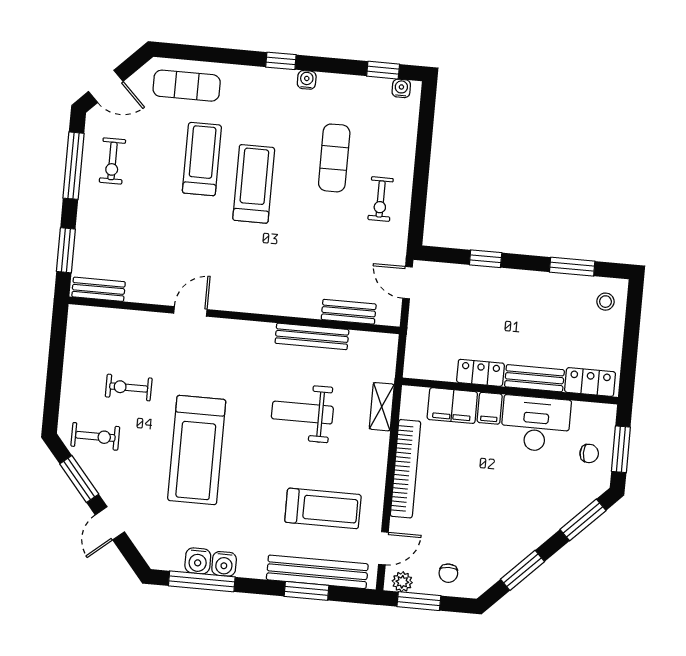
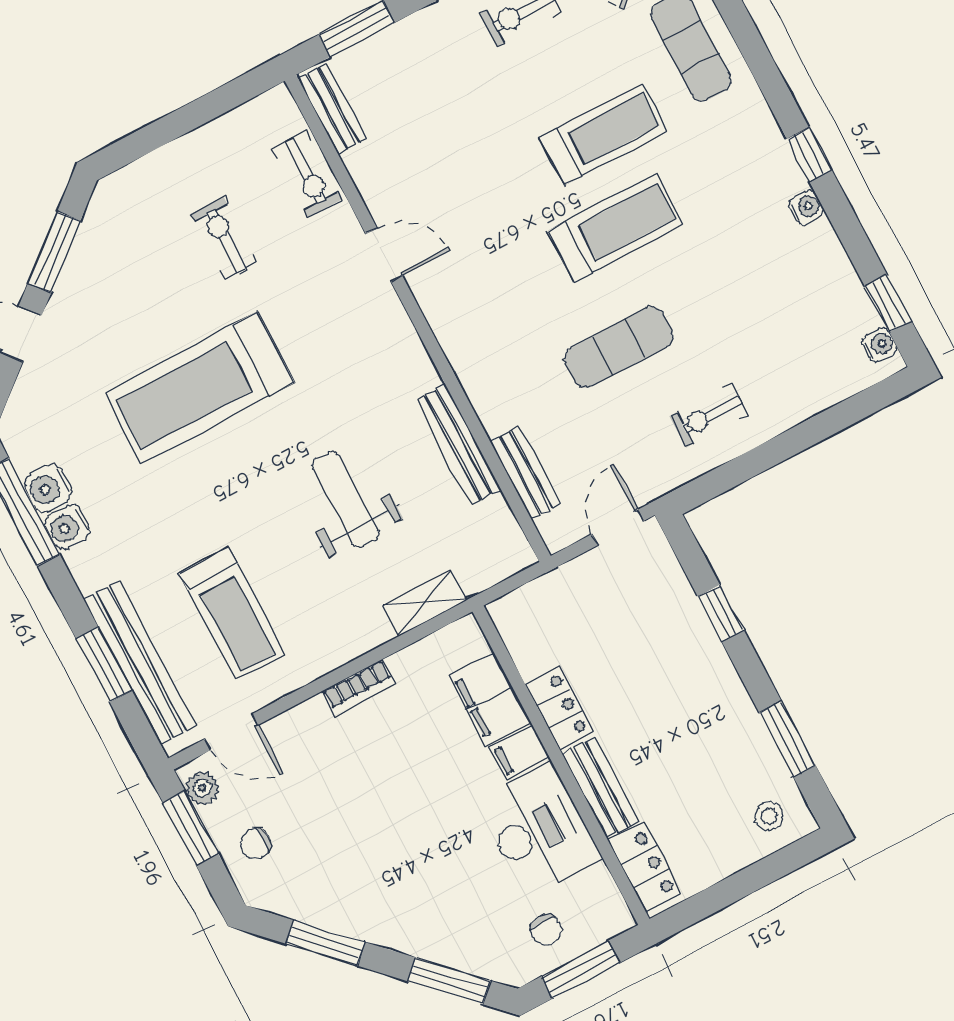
exercise mat: (334, 158) -> (619, 347), moved
exercise bike: (95, 436) -> (307, 174), moved
bookcase: (405, 469) -> (358, 687), width x0.43, depth x0.76

